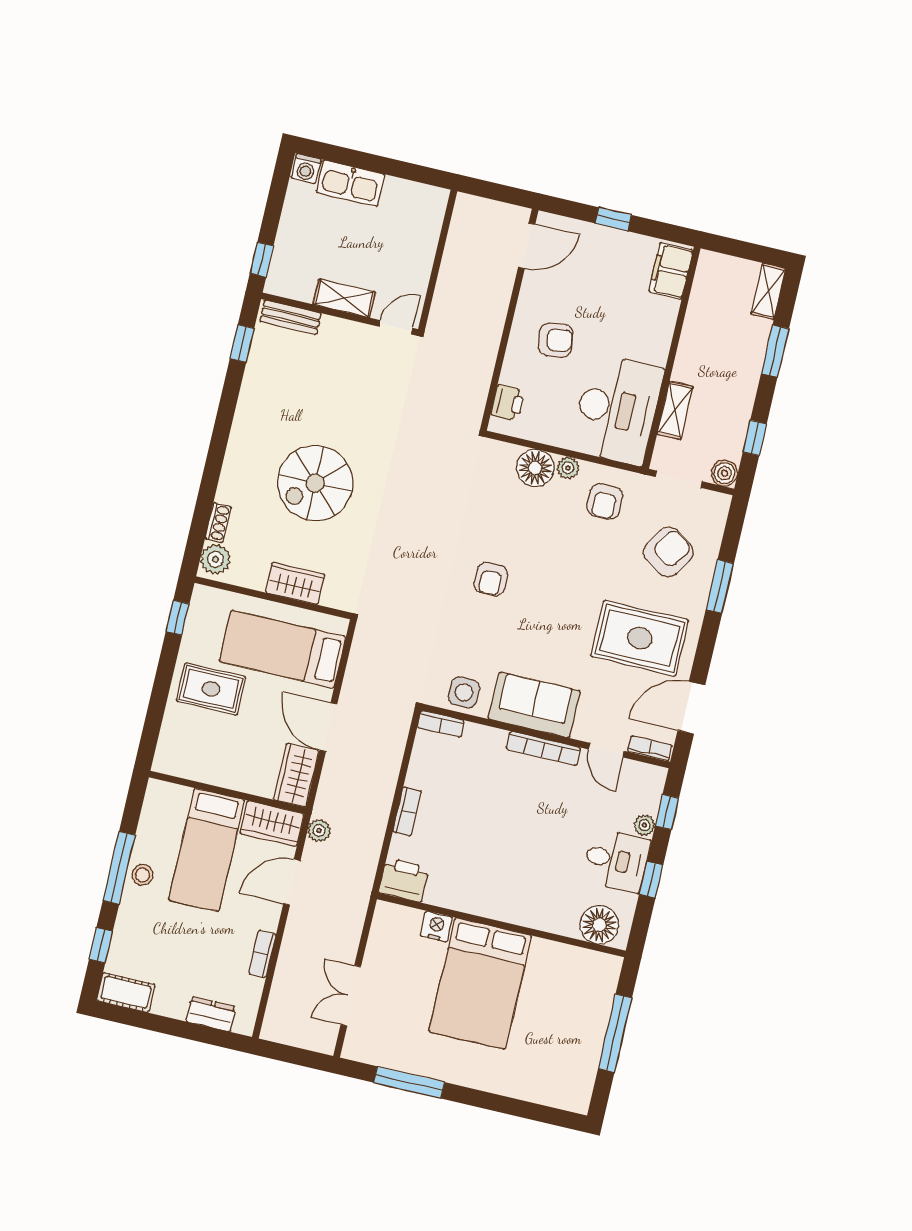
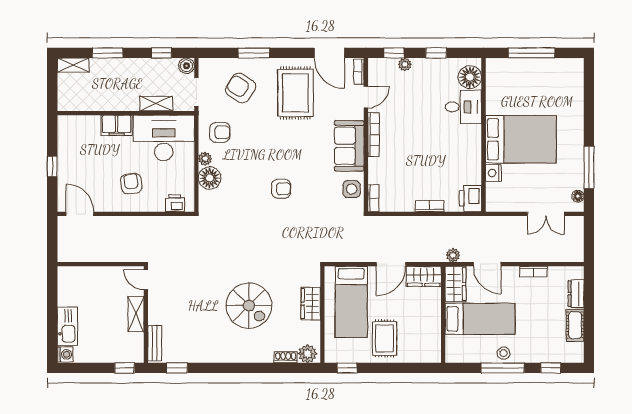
filing cabinet: (671, 271) -> (117, 125), moved
desk: (616, 860) -> (463, 107), moved, turned 90
cot: (126, 992) -> (575, 325), moved
floor lamp: (367, 1054) -> (578, 196), added

